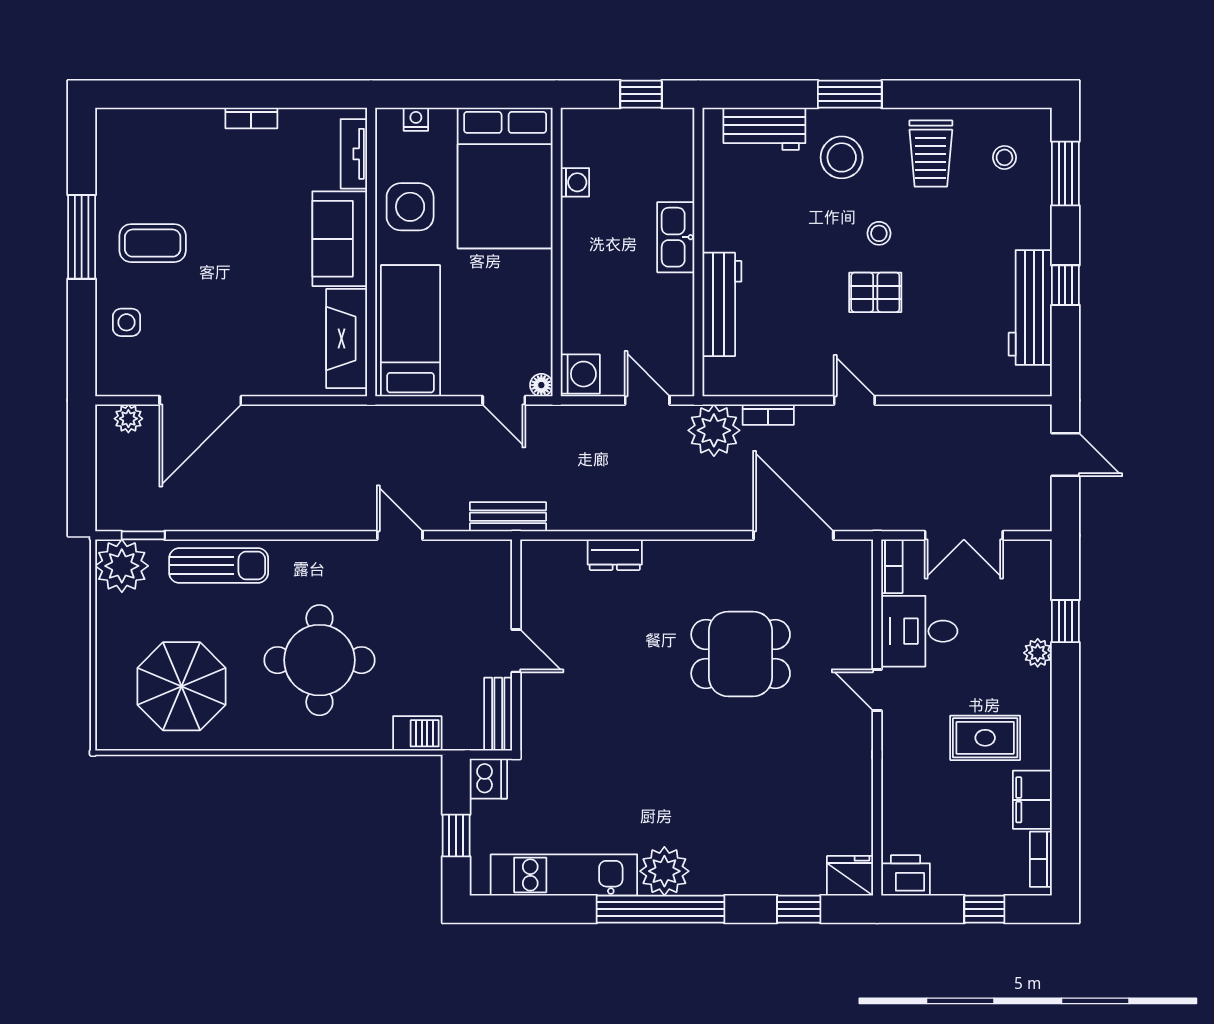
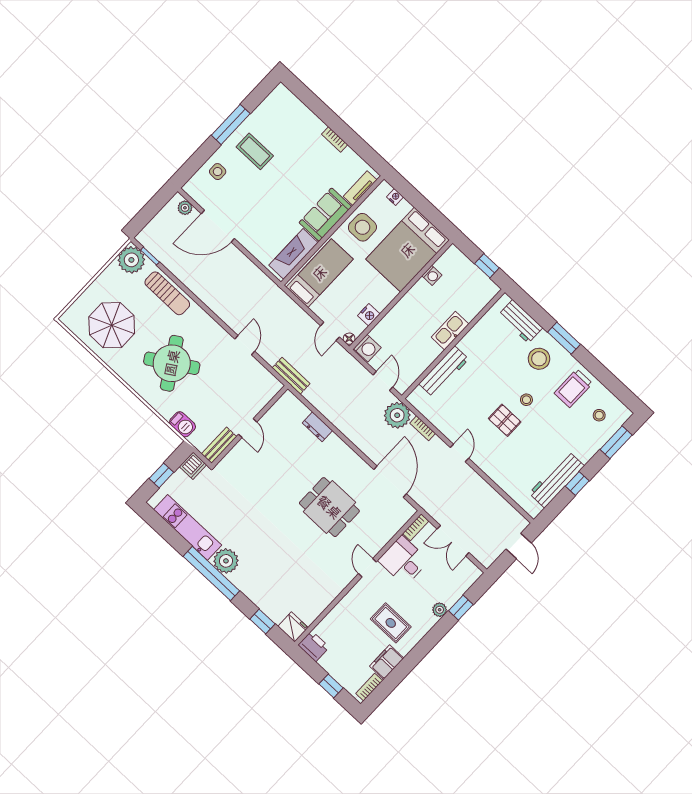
nightstand: (537, 324) -> (369, 315), added
round table: (319, 660) -> (172, 363), turned -32

